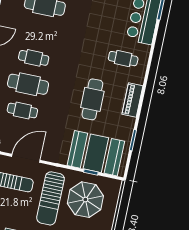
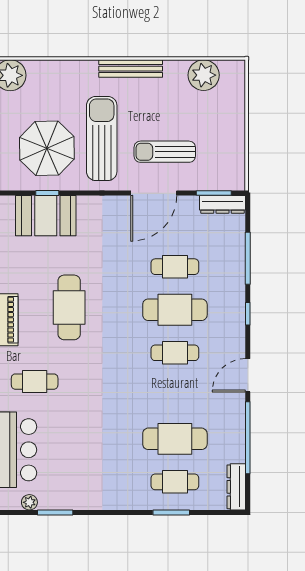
booth: (96, 153) -> (46, 216), width x0.73, depth x0.70

